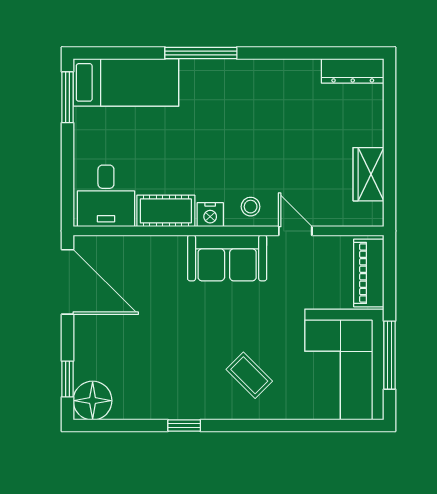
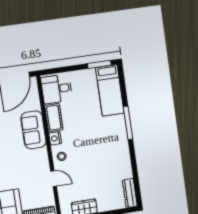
door: (295, 231) -> (54, 179), hinge flipped
sofa: (227, 258) -> (33, 130), moved

